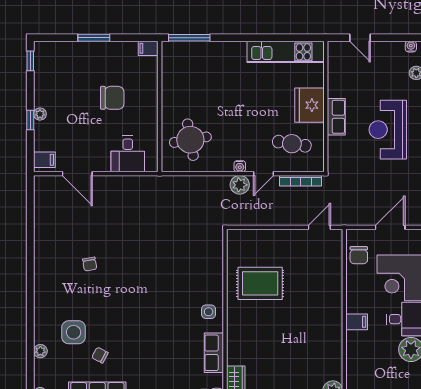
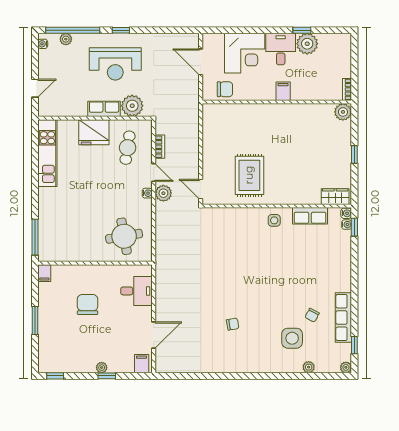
plant: (340, 149) -> (132, 106), added
bookcase: (301, 181) -> (160, 147), width x0.64
door: (319, 227) -> (201, 189), moved

